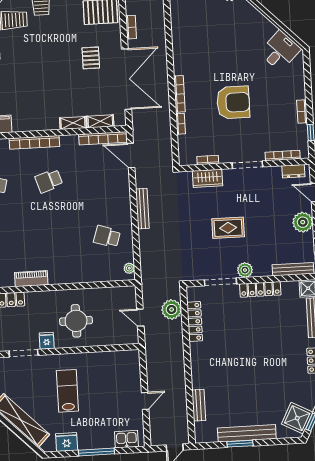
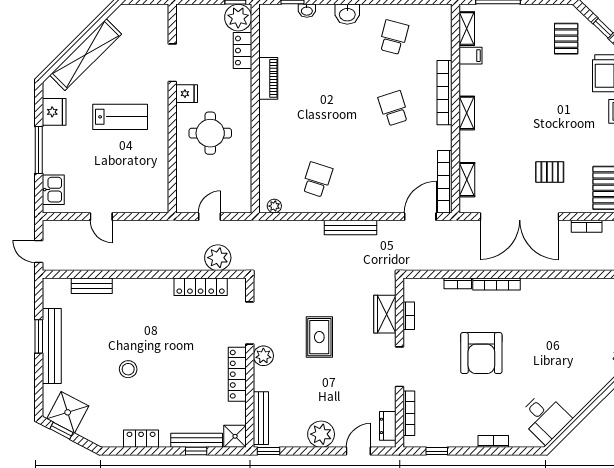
bookcase: (302, 112) -> (493, 441), moved
shelving: (73, 123) -> (467, 113), moved
stool: (261, 374) -> (128, 369), added

